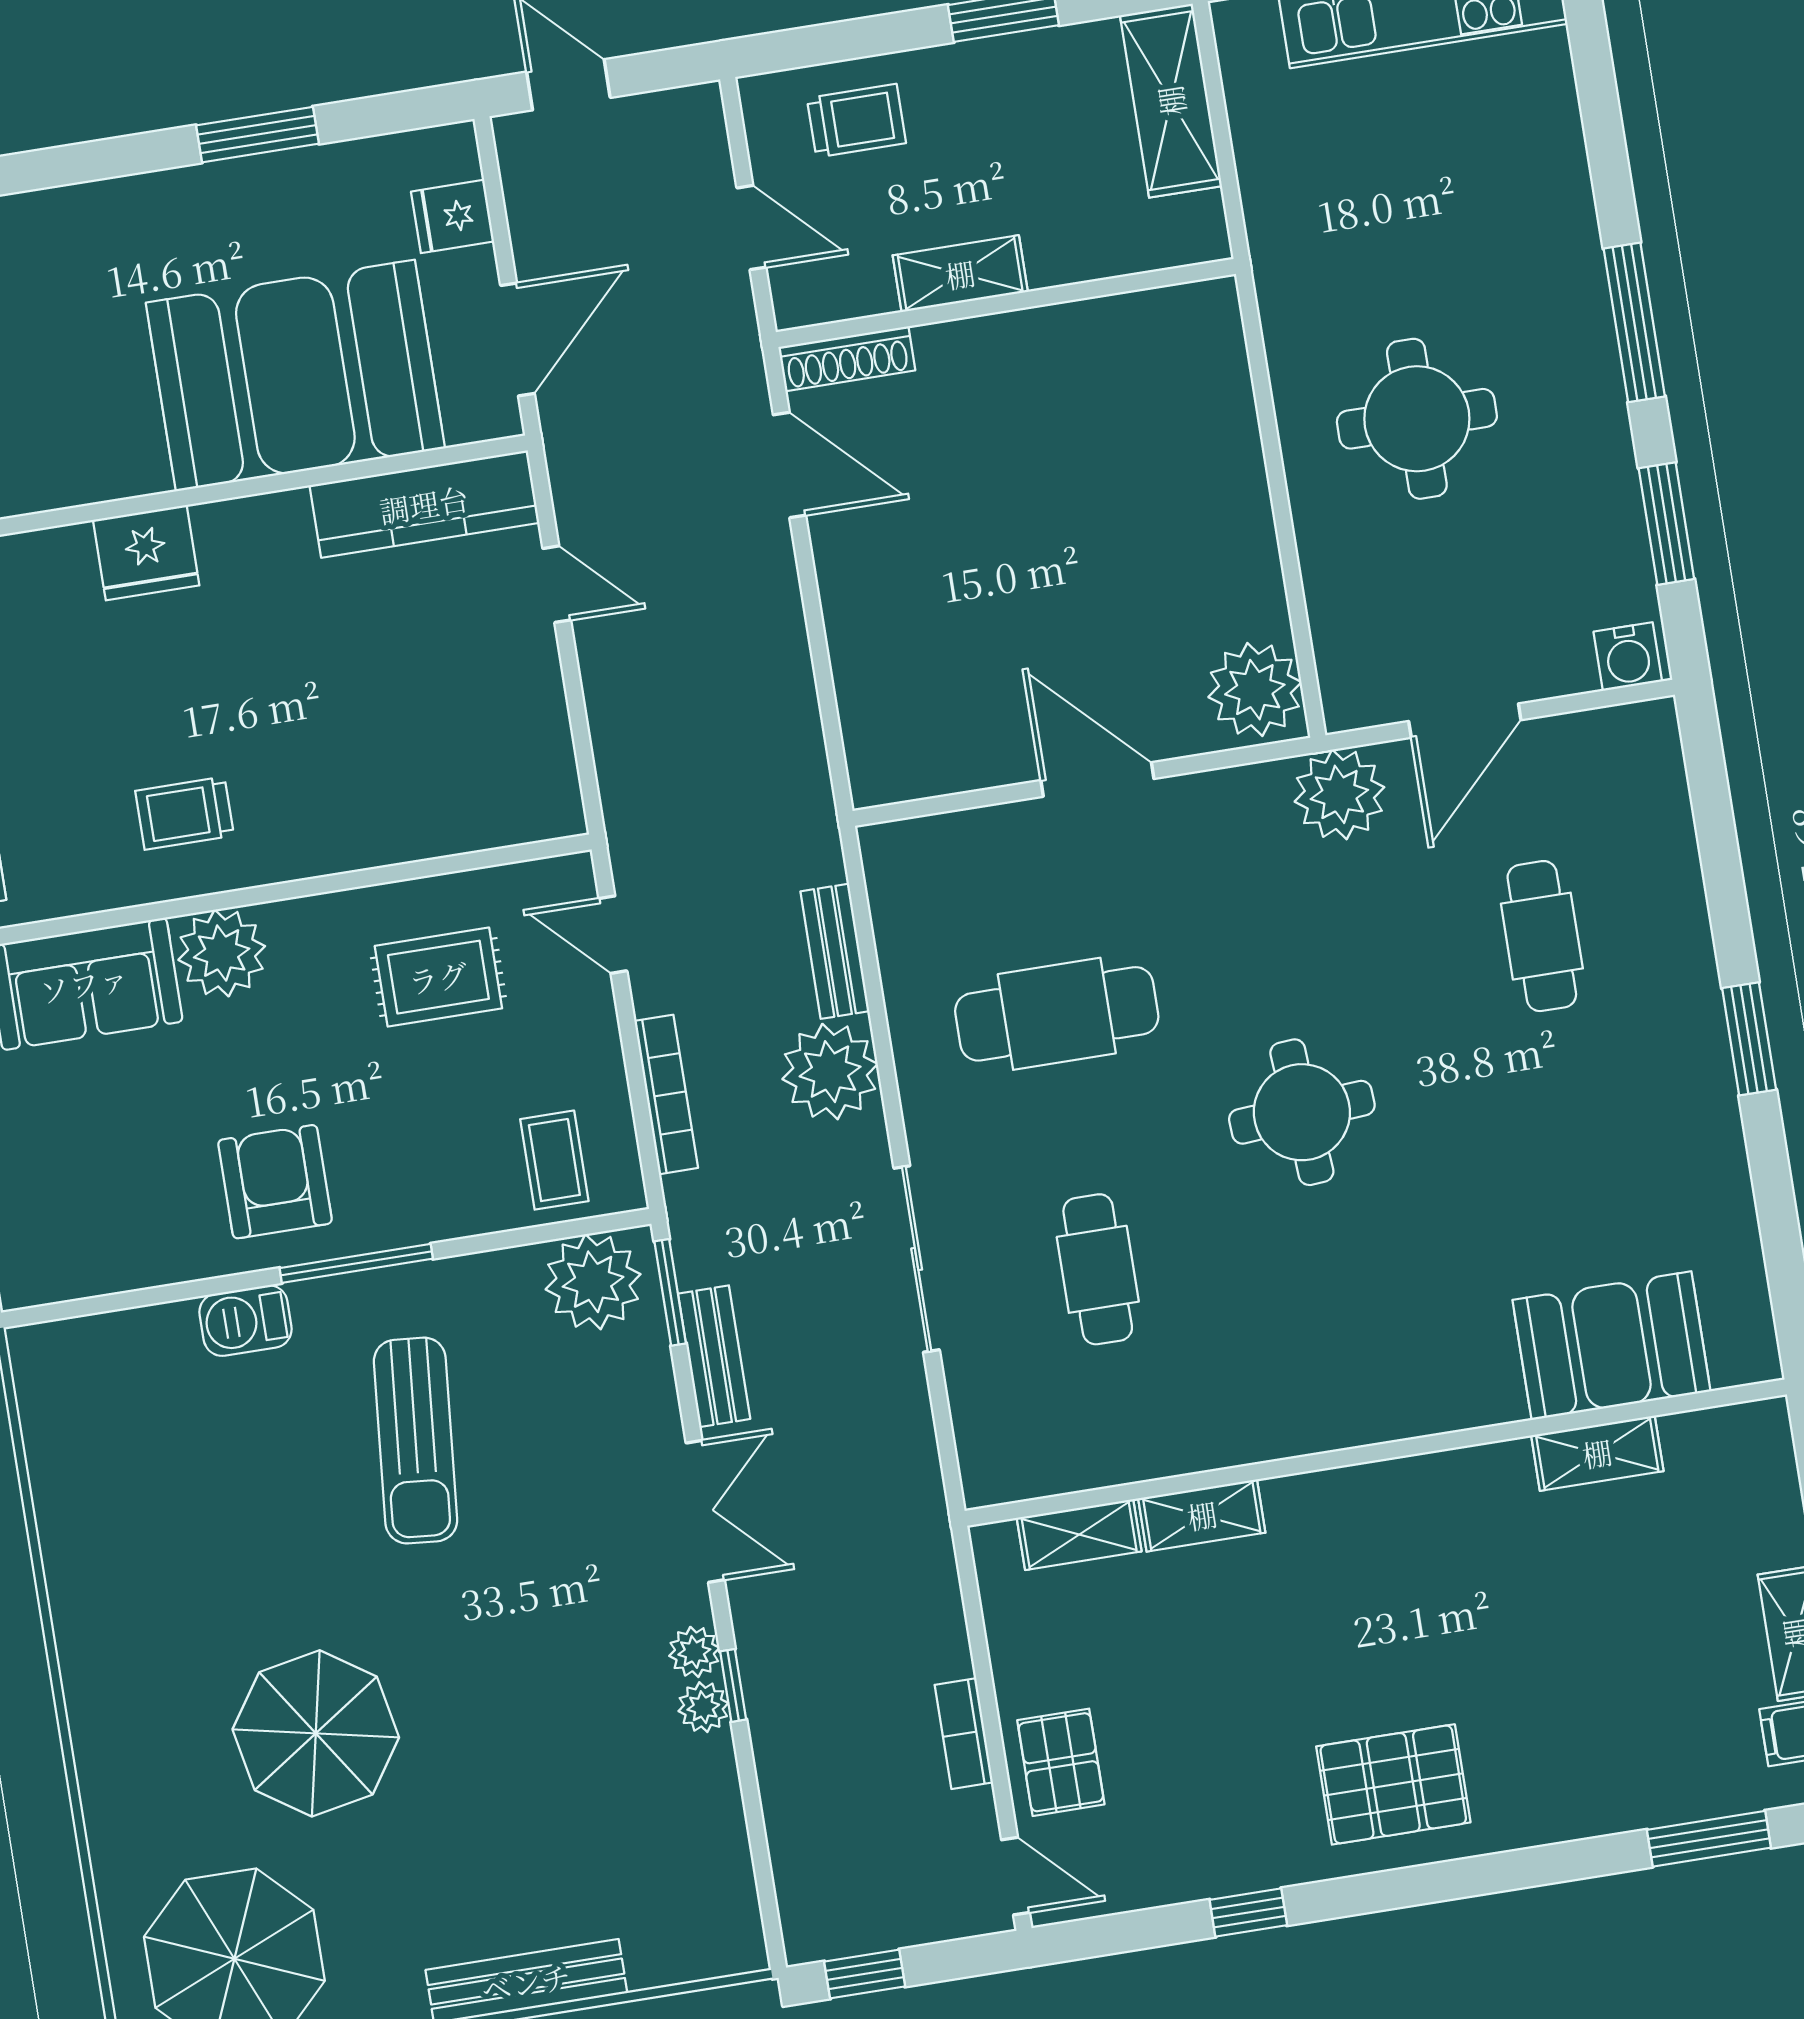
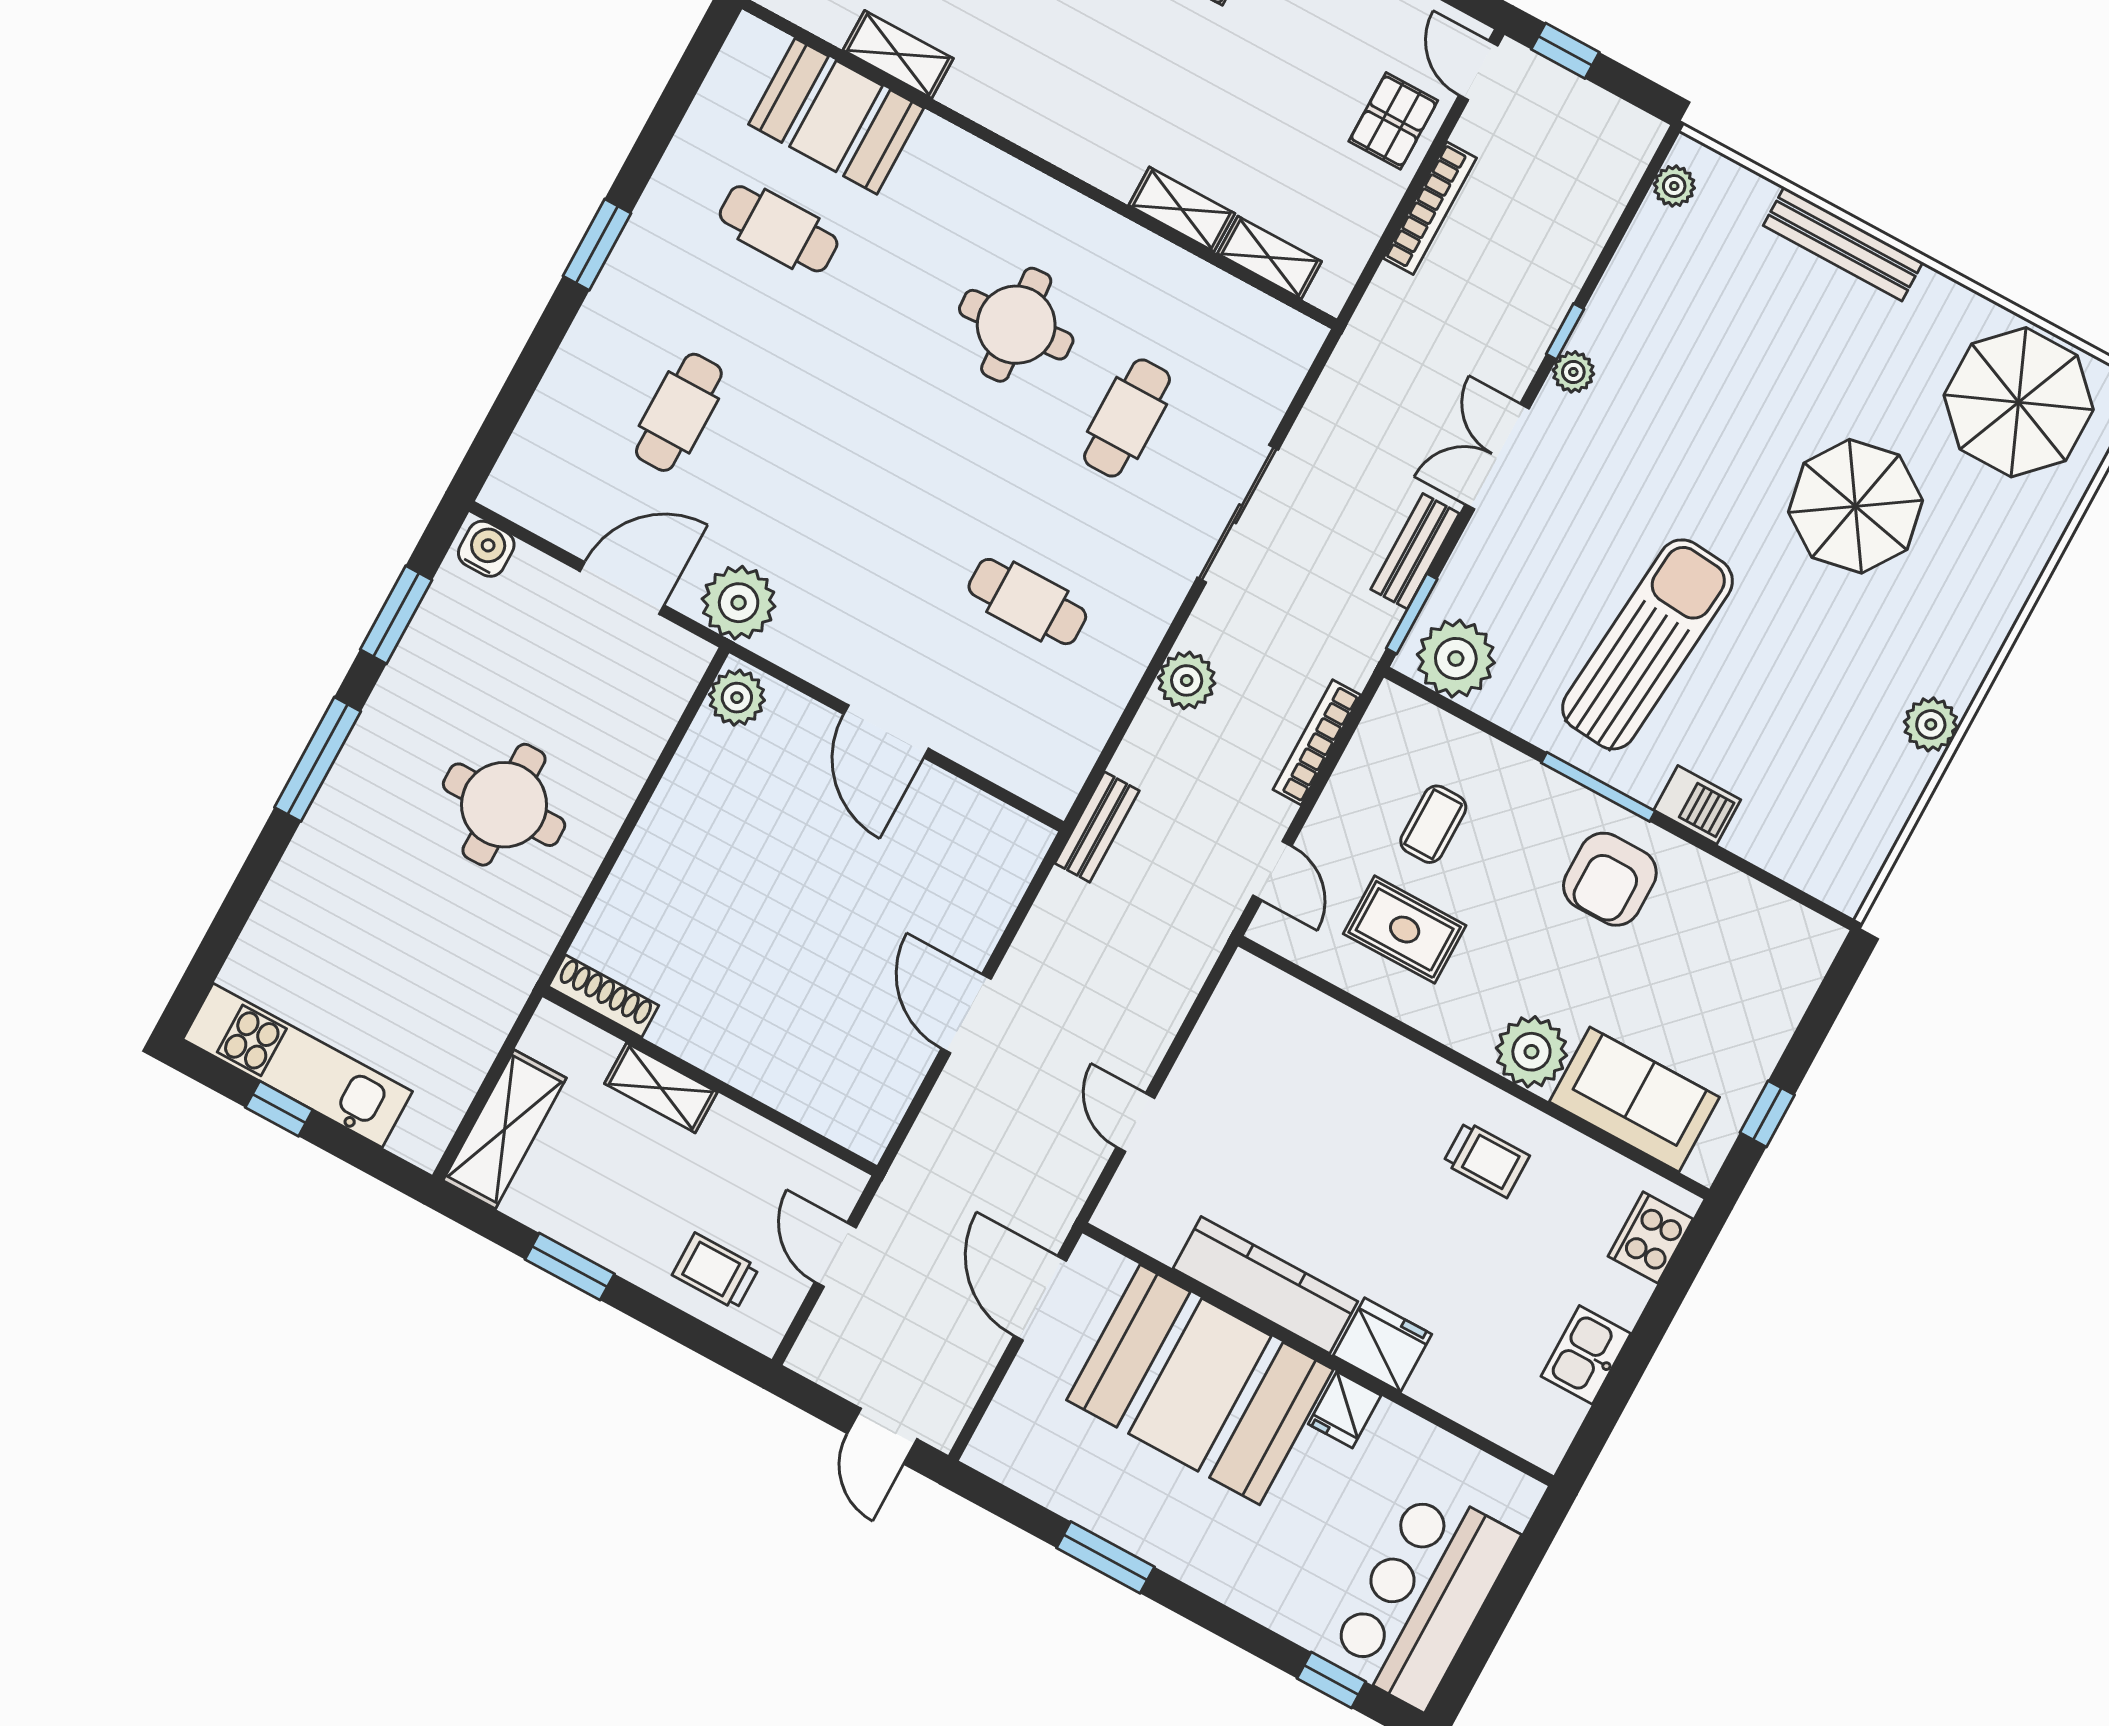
fridge: (453, 216) -> (1345, 1410), moved, turned 90
shelving: (960, 274) -> (661, 1088), moved
door: (518, 339) -> (1040, 1298), hinge flipped
shoe rack: (847, 359) -> (604, 996), moved
door: (789, 465) -> (966, 1014), moved
kitchen counter: (424, 504) -> (1265, 1285), moved
plant: (1255, 690) -> (737, 698), width x0.73, depth x0.73
bench: (835, 951) -> (1097, 827), moved
cafe table: (1057, 1014) -> (1027, 602), width x0.73, depth x0.74
plant: (830, 1072) -> (1187, 680), width x0.73, depth x0.73
round table: (1302, 1112) -> (1016, 325), moved
coffee table: (554, 1160) -> (1433, 824), moved
cafe table: (1583, 1192) -> (779, 229), added
sun lounger: (416, 1441) -> (1647, 644), width x1.36, depth x1.34
plant: (77, 1576) -> (1931, 724), added
plant: (703, 1707) -> (1674, 186), moved
bookcase: (964, 1734) -> (1430, 208), width x1.56
window: (865, 1974) -> (1565, 51), moved

